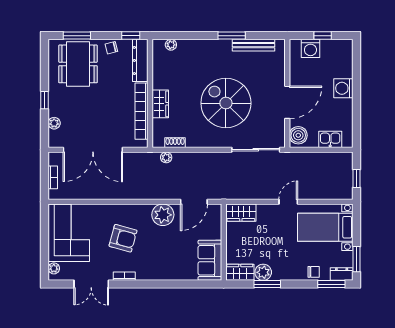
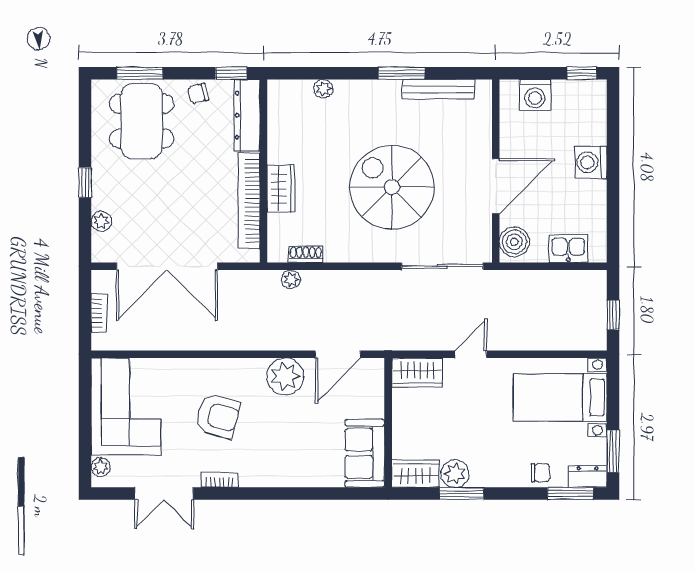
window: (323, 36) -> (582, 73), moved
plant: (171, 45) -> (323, 89), moved
door: (288, 202) -> (471, 354), moved

